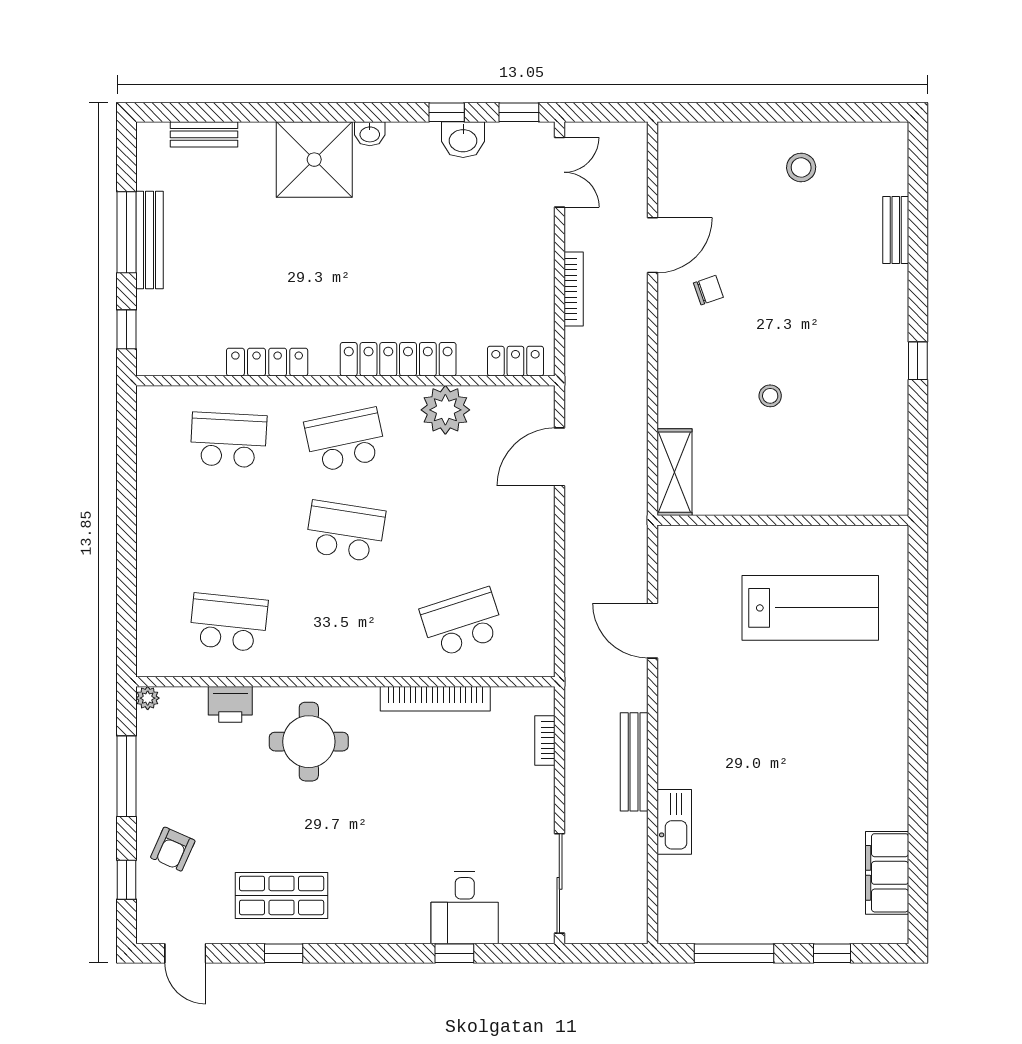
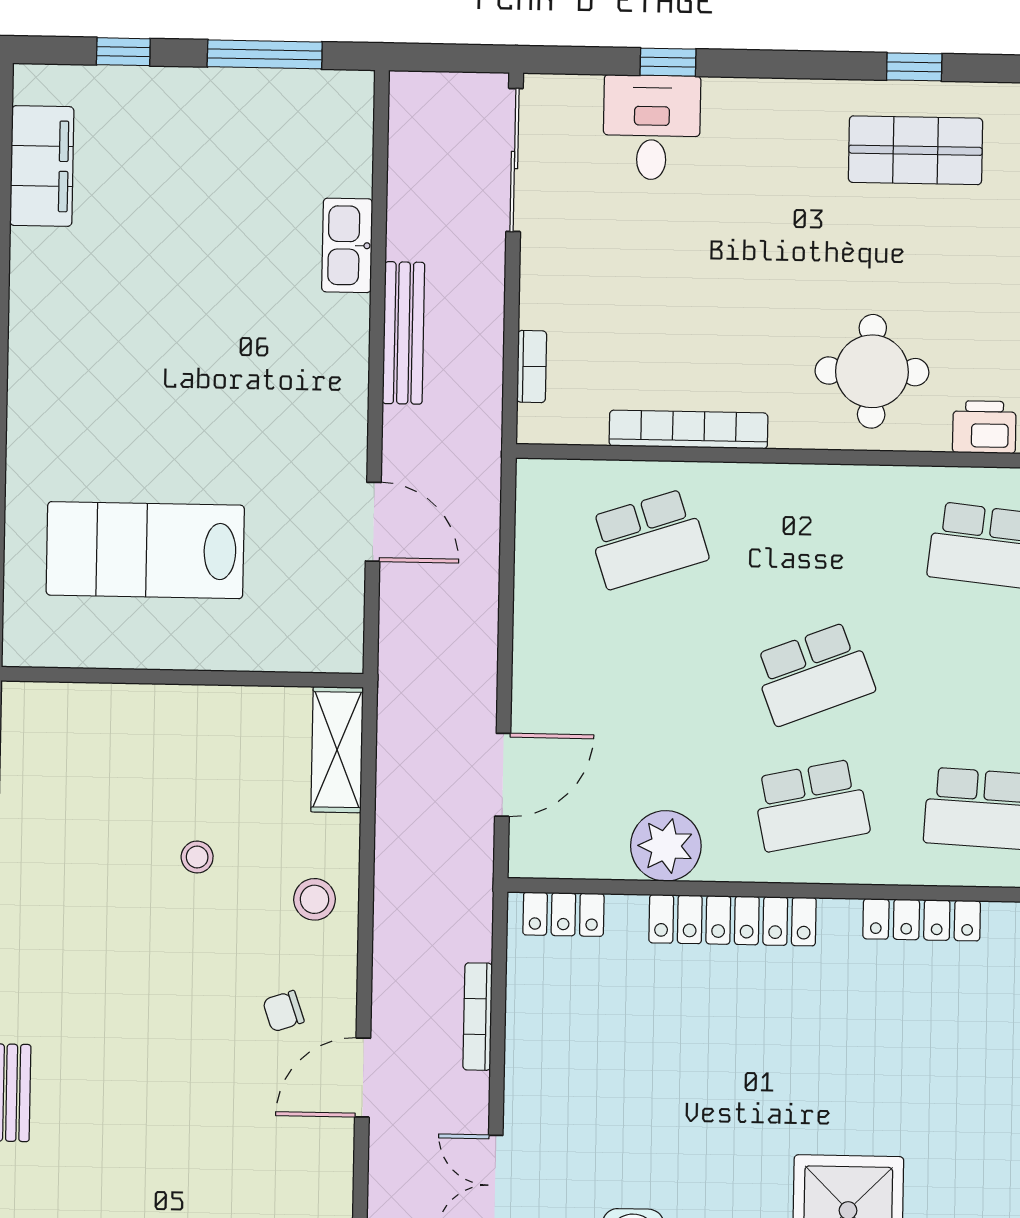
stool: (801, 167) -> (315, 899), moved
school desk: (345, 531) -> (814, 674), turned -30

